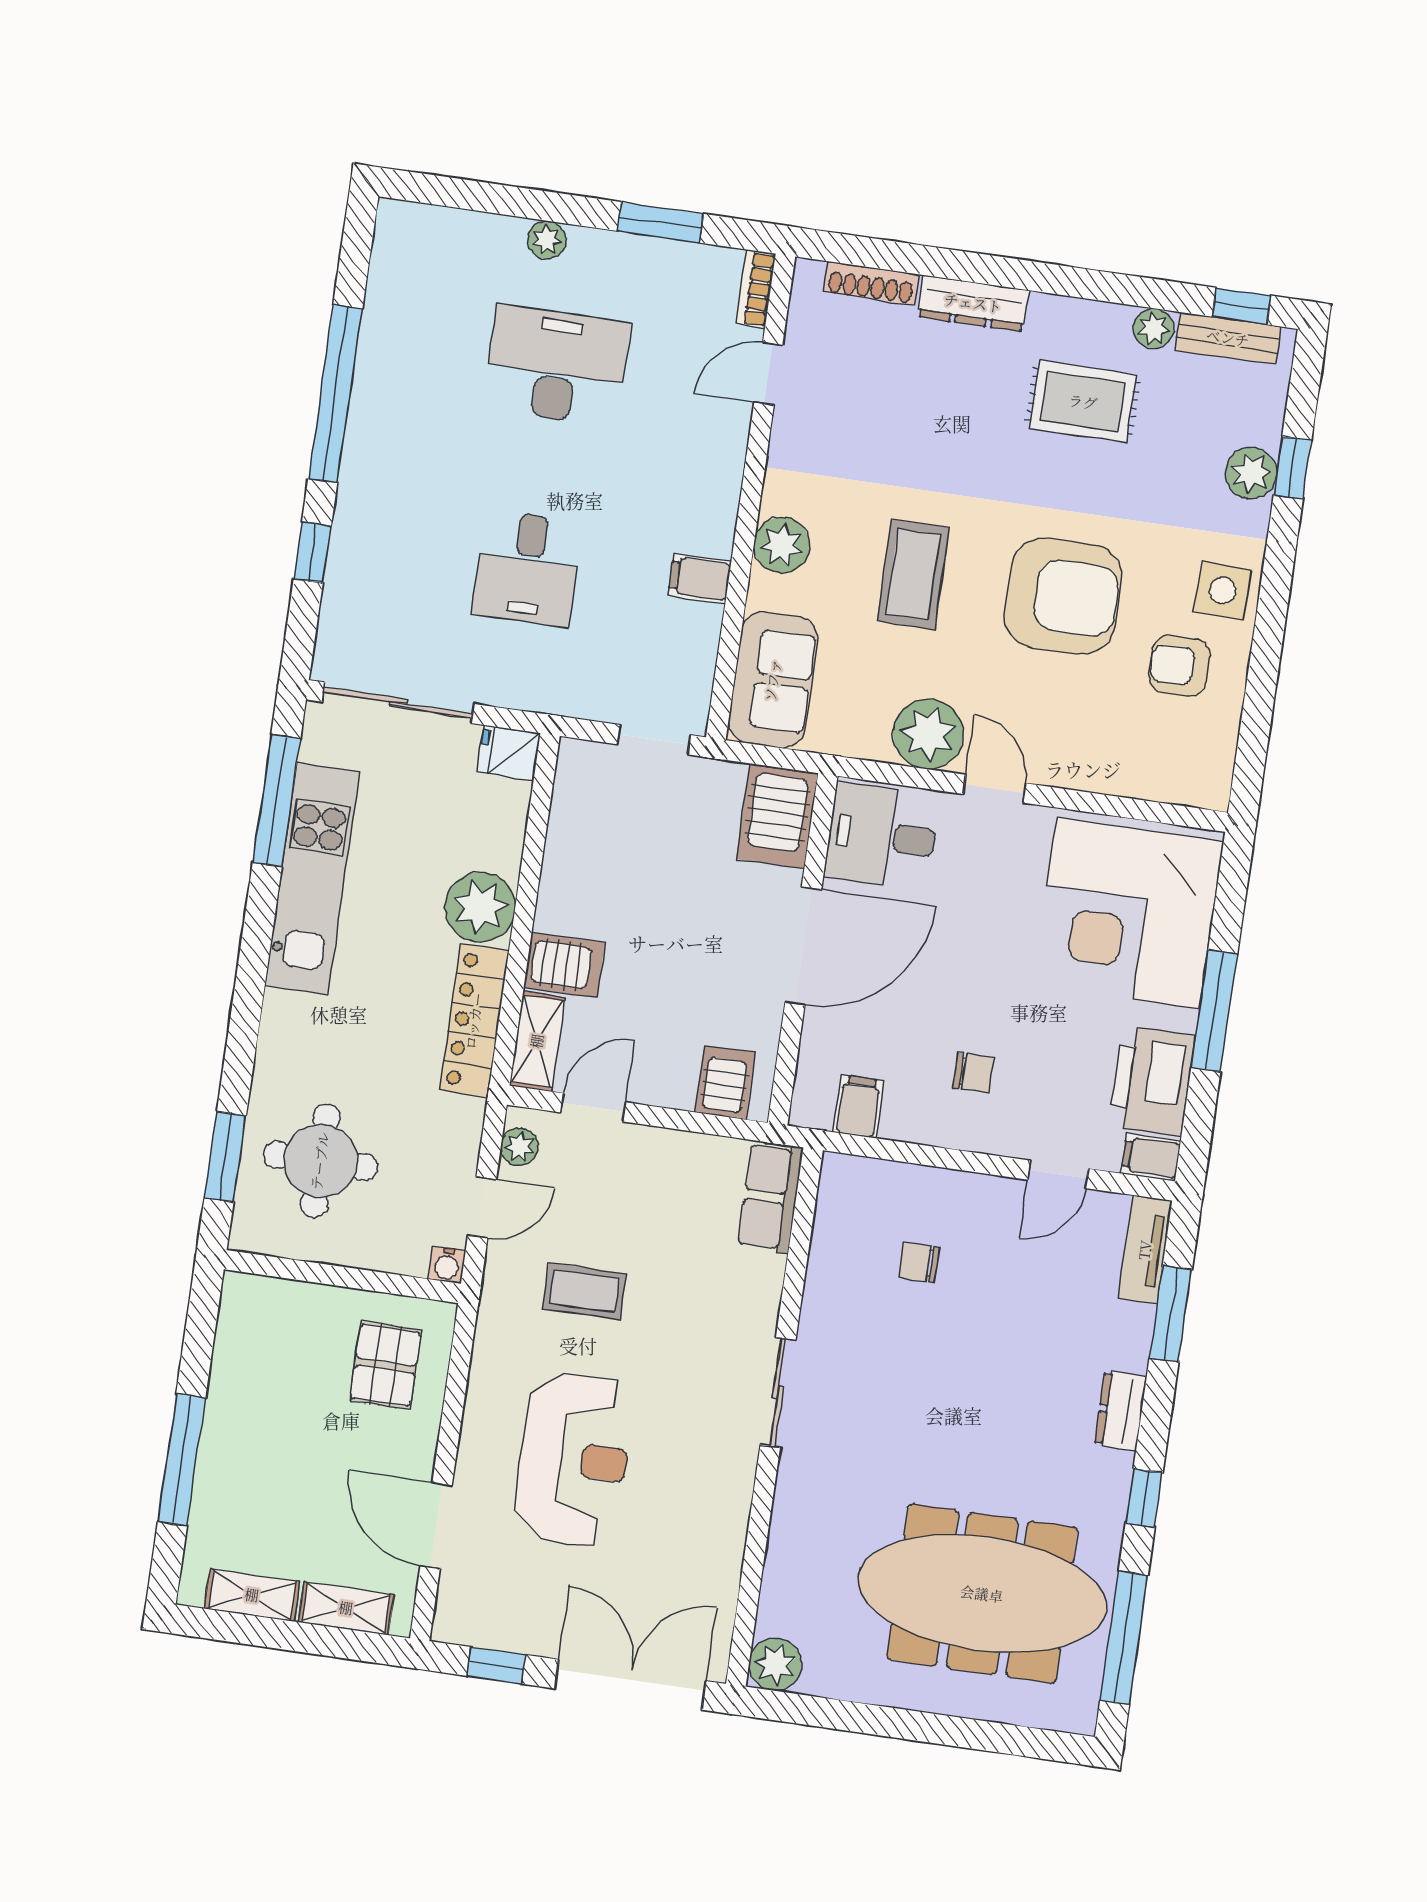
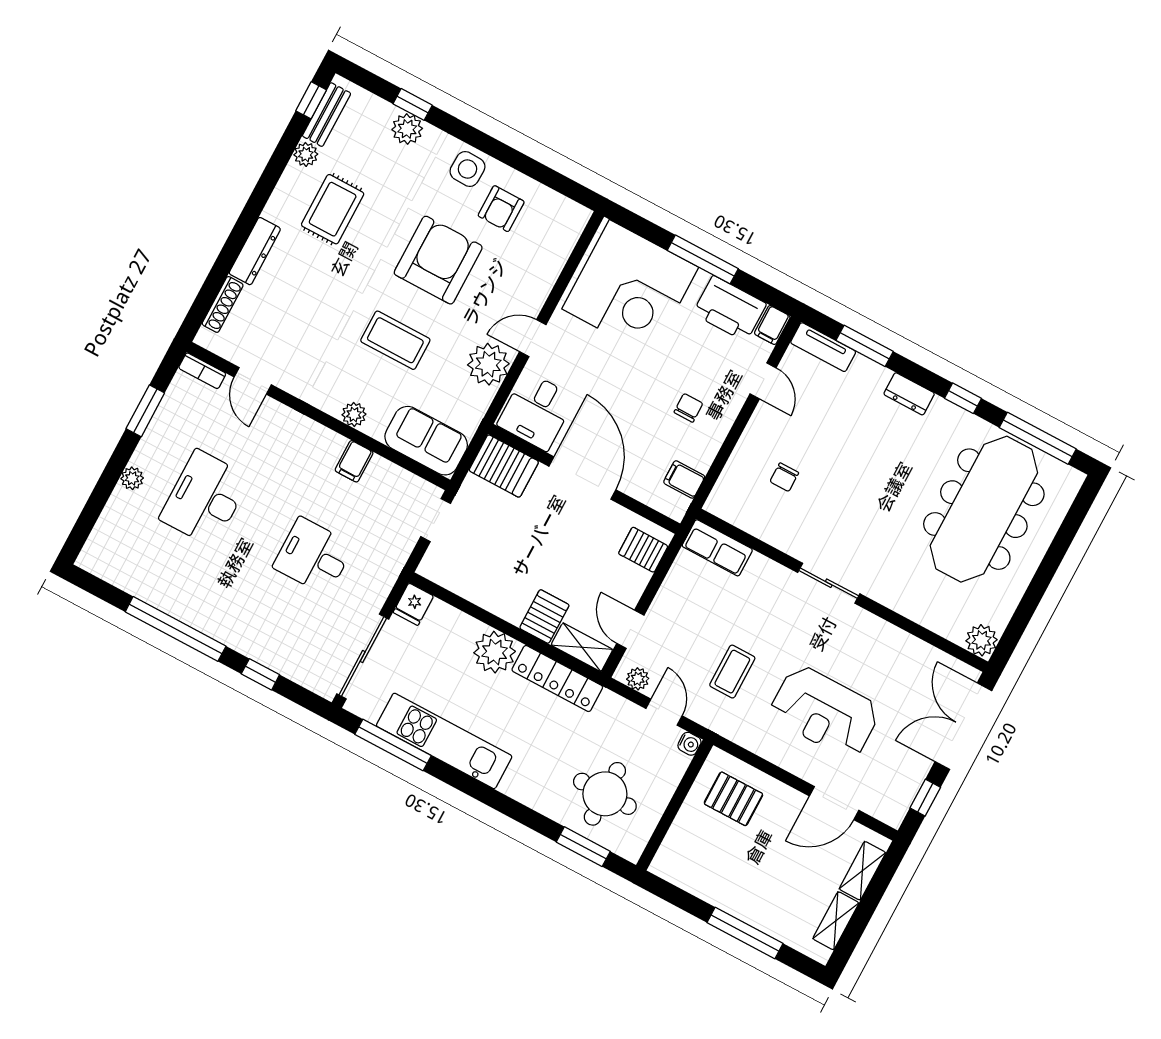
plant: (782, 545) -> (354, 414), width x0.73, depth x0.73
desk: (528, 568) -> (313, 556), turned 180
reception desk: (574, 1459) -> (825, 712), turned 180

